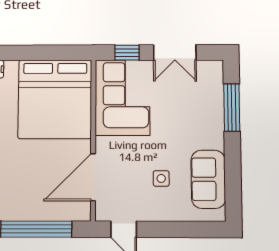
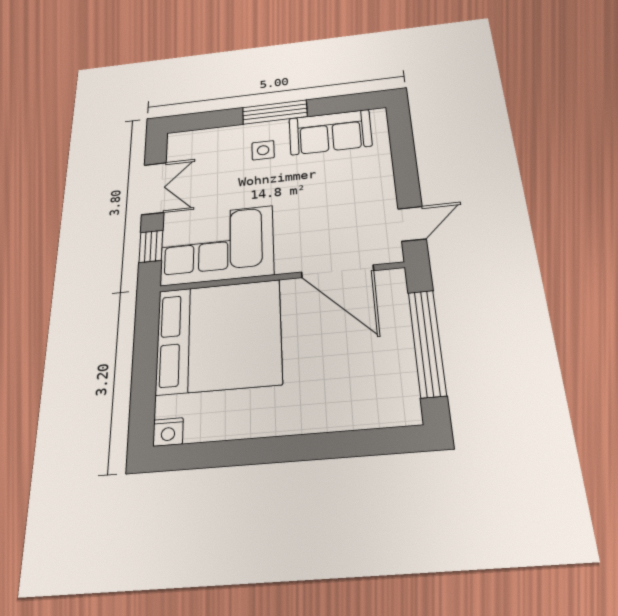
window: (232, 108) -> (275, 112), moved
side table: (161, 178) -> (263, 150), moved

